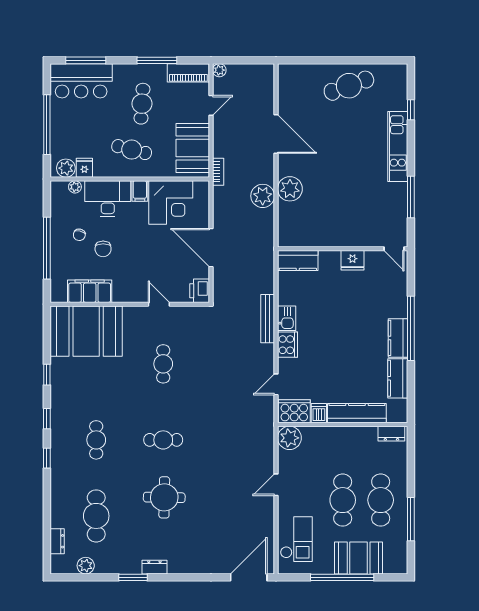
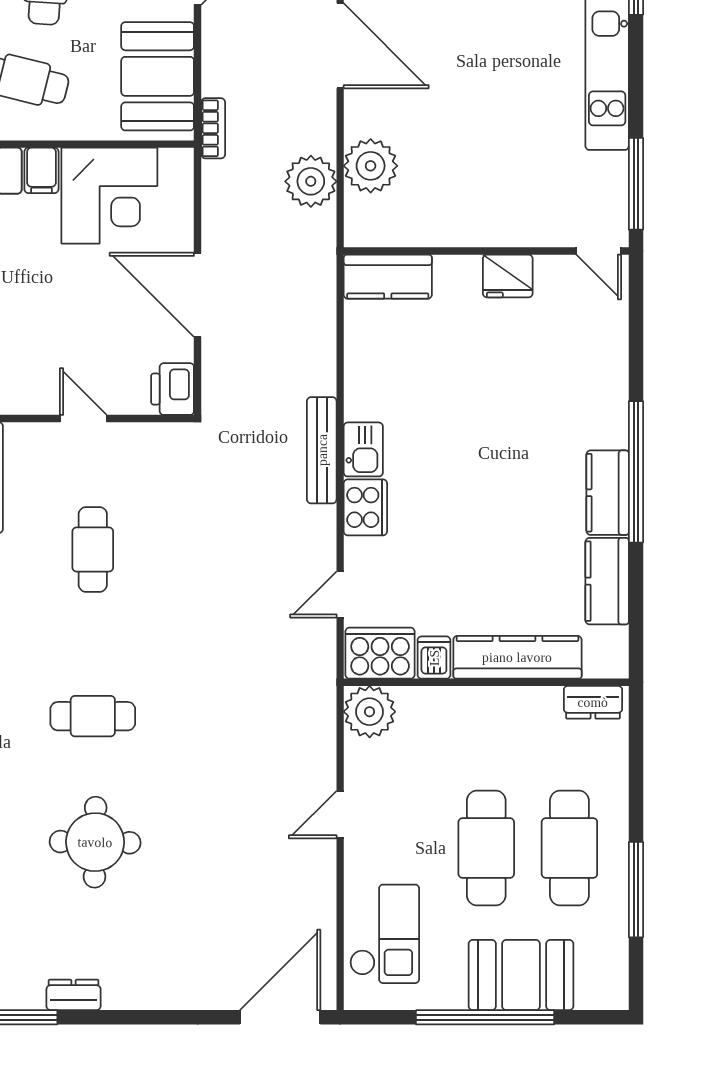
wall: (343, 249) -> (486, 251), moved
door: (394, 249) -> (599, 251), moved
fridge: (353, 260) -> (508, 276), moved
kitchen counter: (298, 261) -> (388, 277), moved

